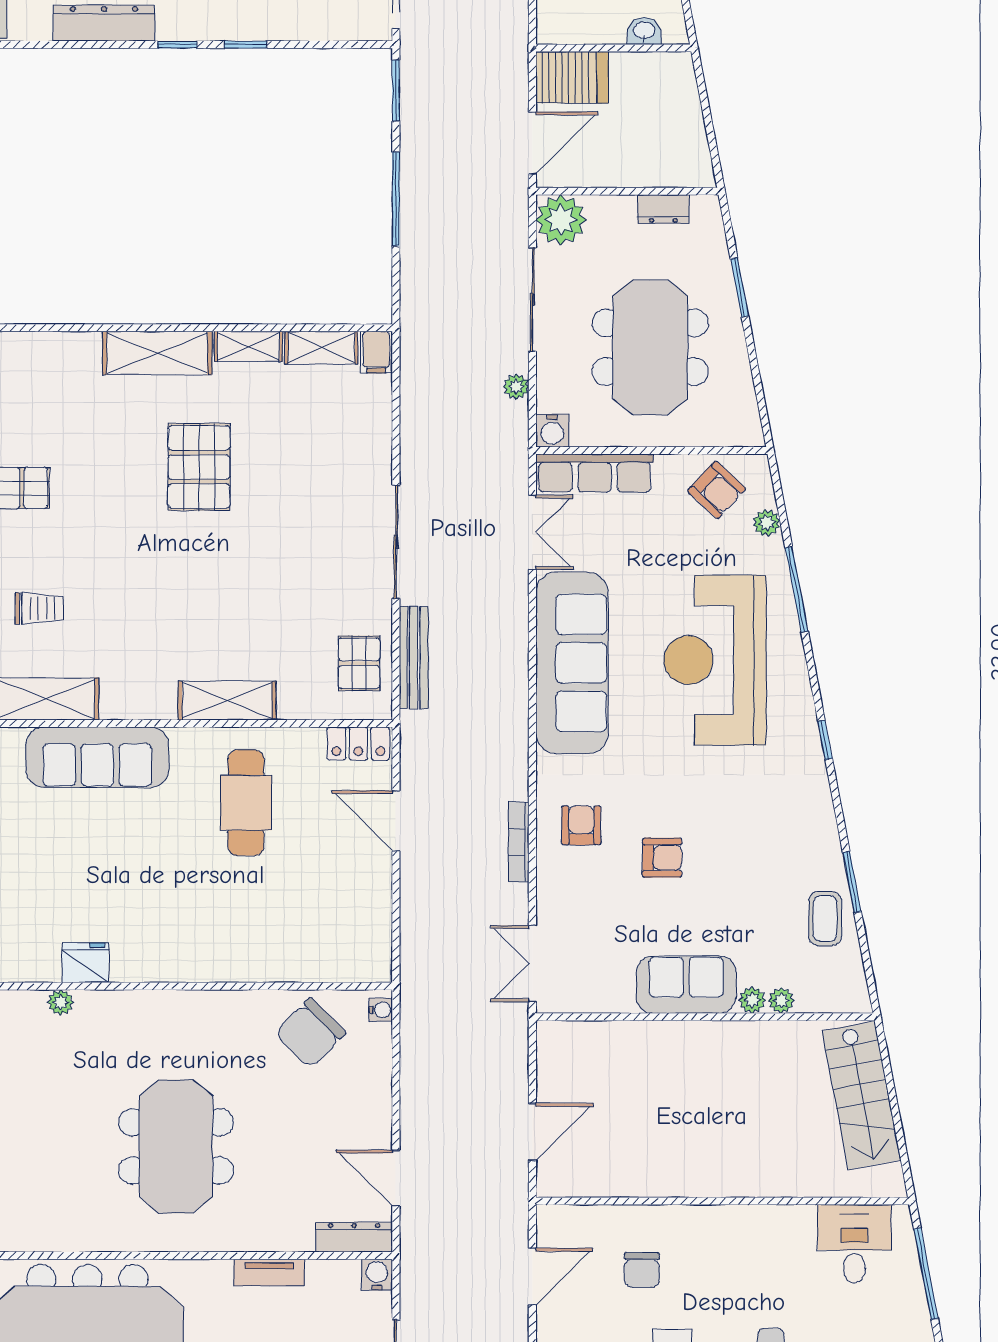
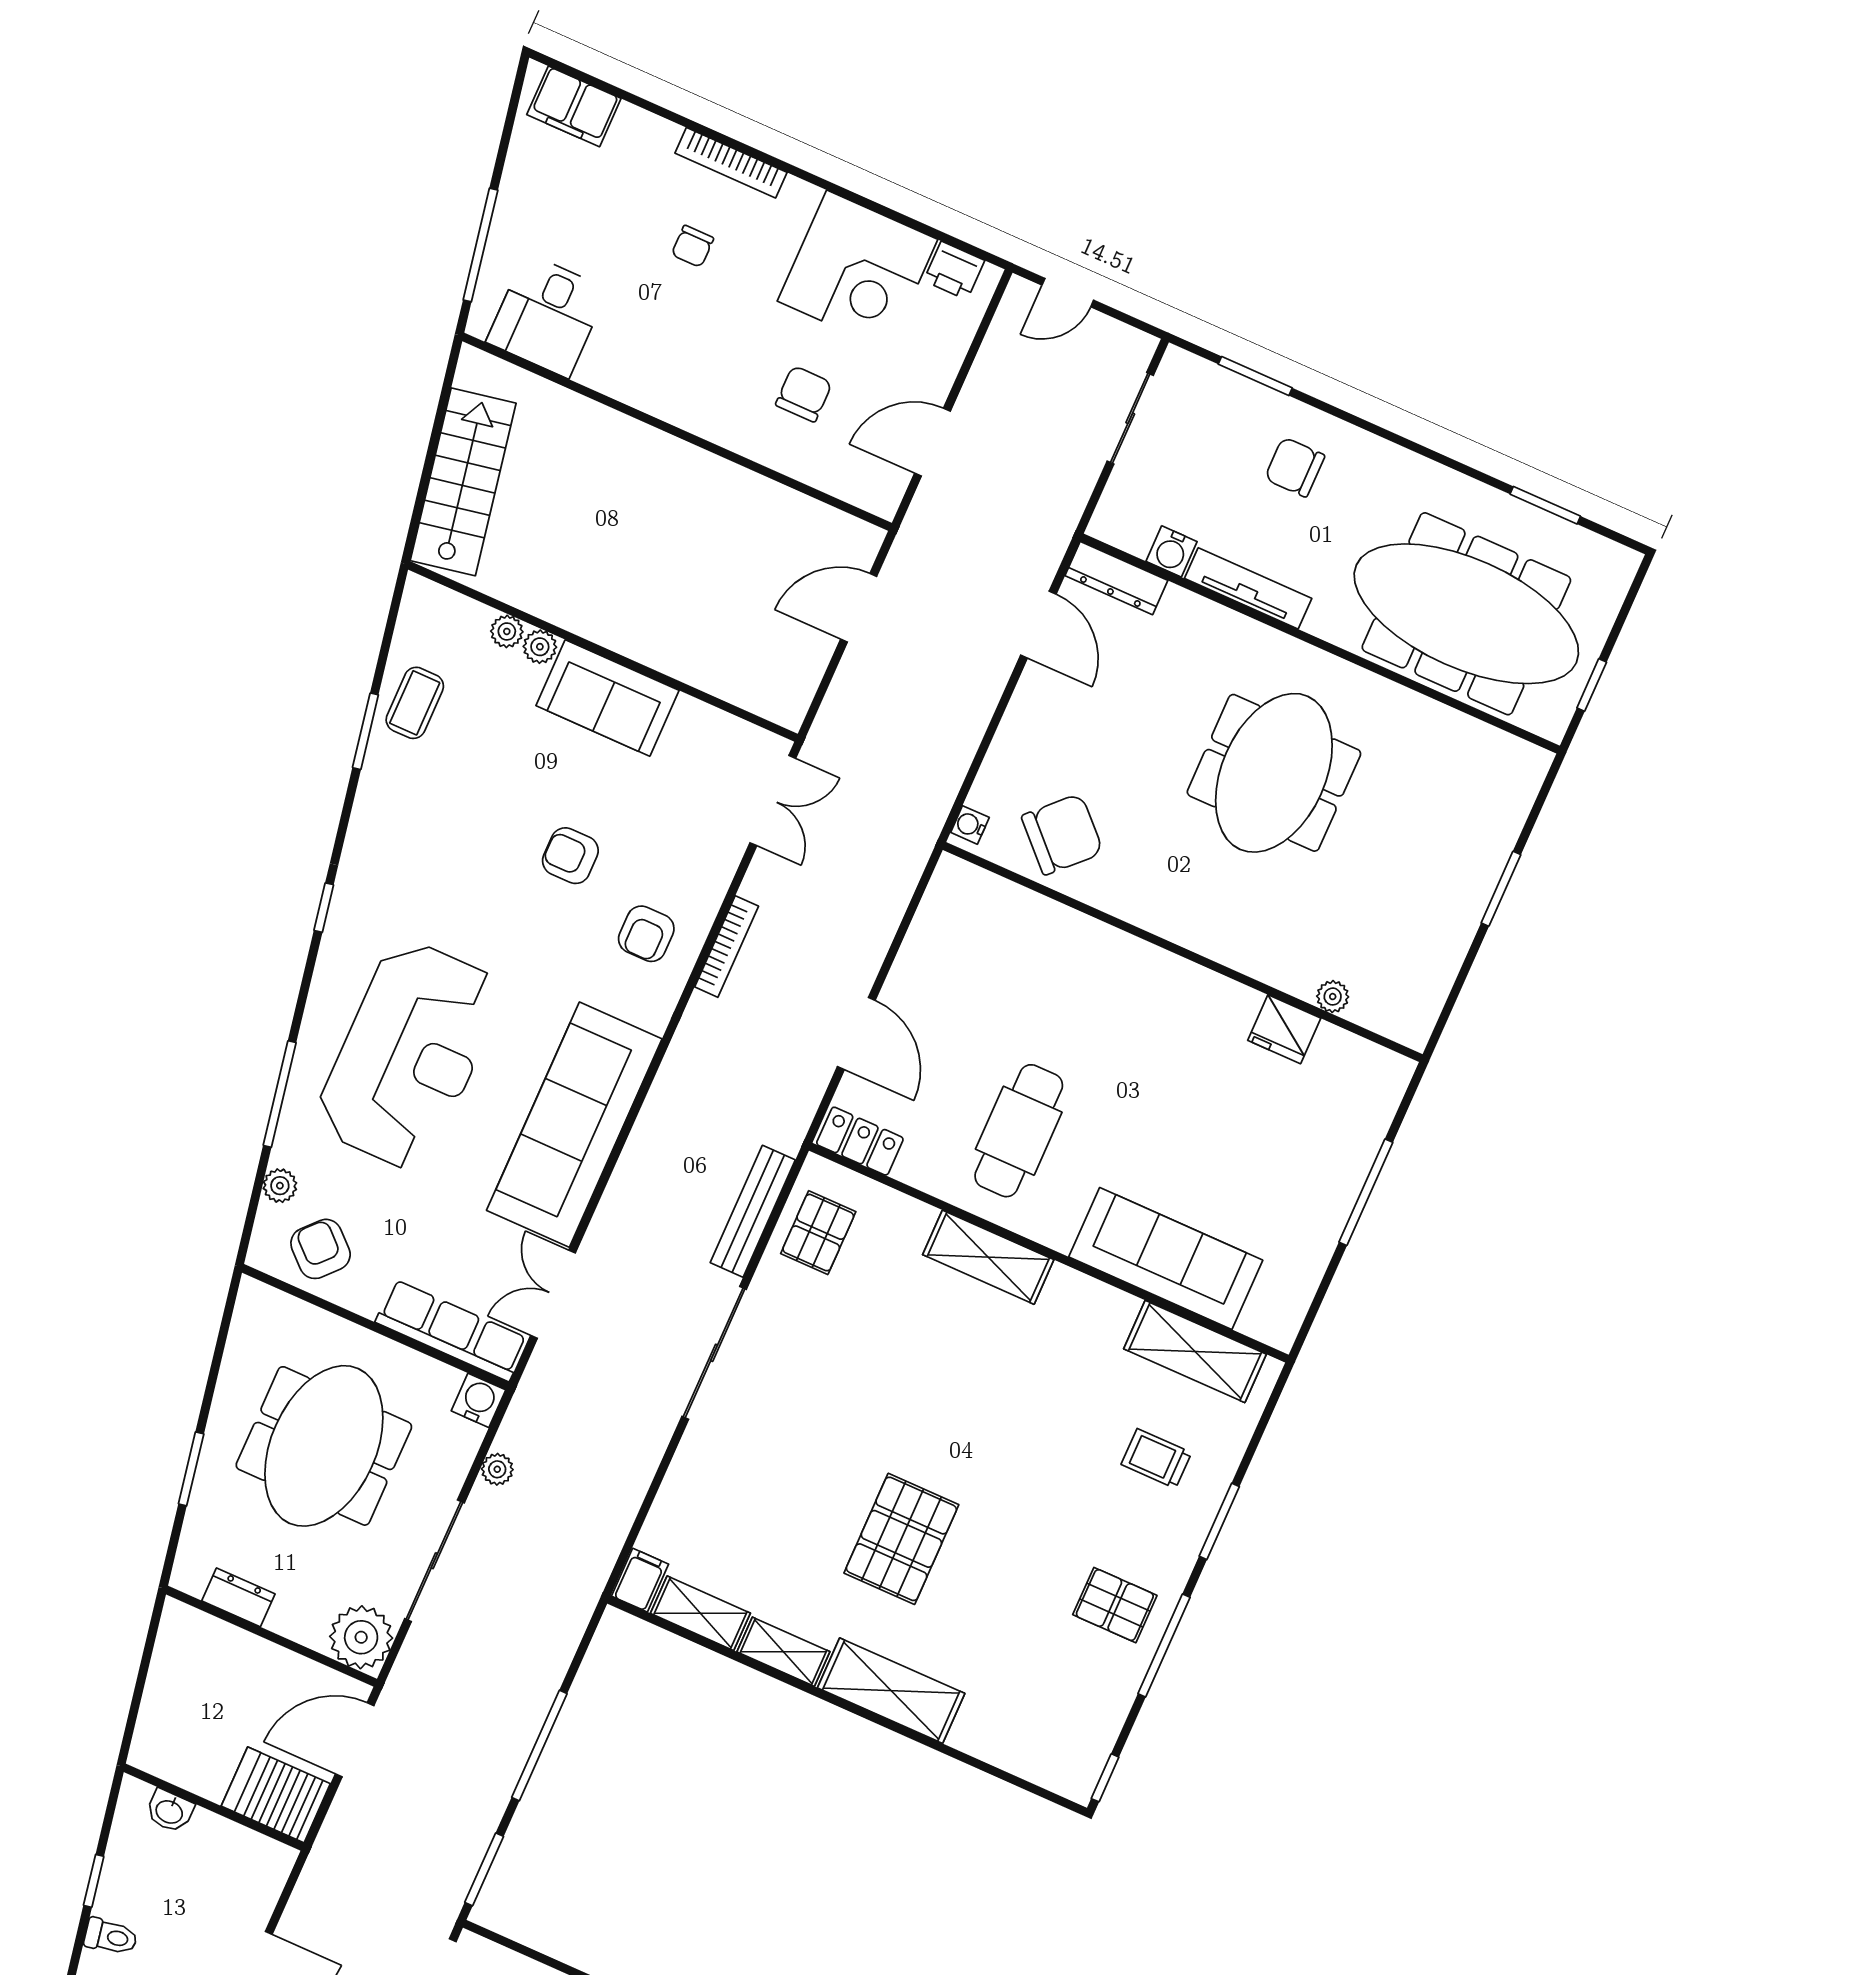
tv unit: (269, 1273) -> (1248, 588), width x1.41
water cooler: (377, 1275) -> (1171, 551), moved

